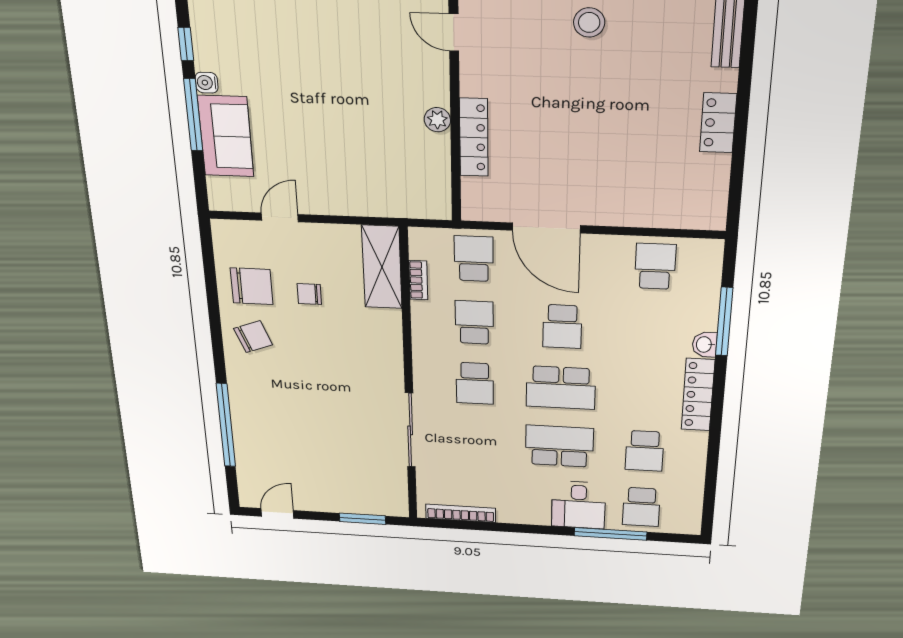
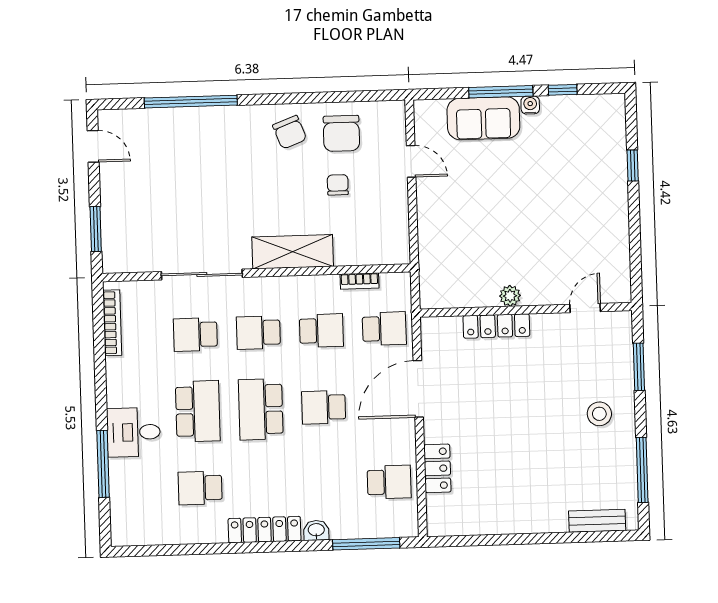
locker: (718, 123) -> (437, 468), moved, turned 90
shelving: (382, 267) -> (293, 252), moved
window: (724, 322) -> (366, 544), moved
school desk: (641, 507) -> (195, 335), moved

